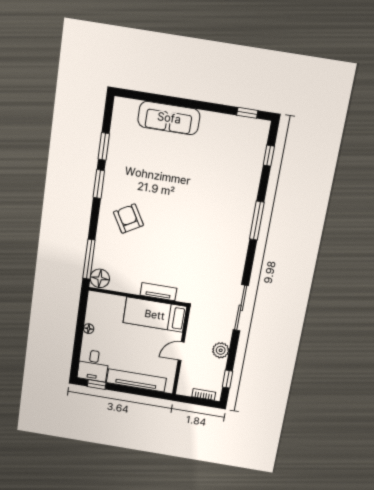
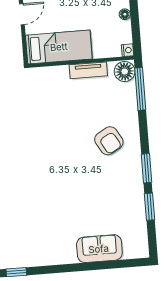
sofa: (169, 118) -> (99, 249), width x0.73
tv unit: (158, 292) -> (88, 70), moved
nightstand: (93, 297) -> (127, 50), added

